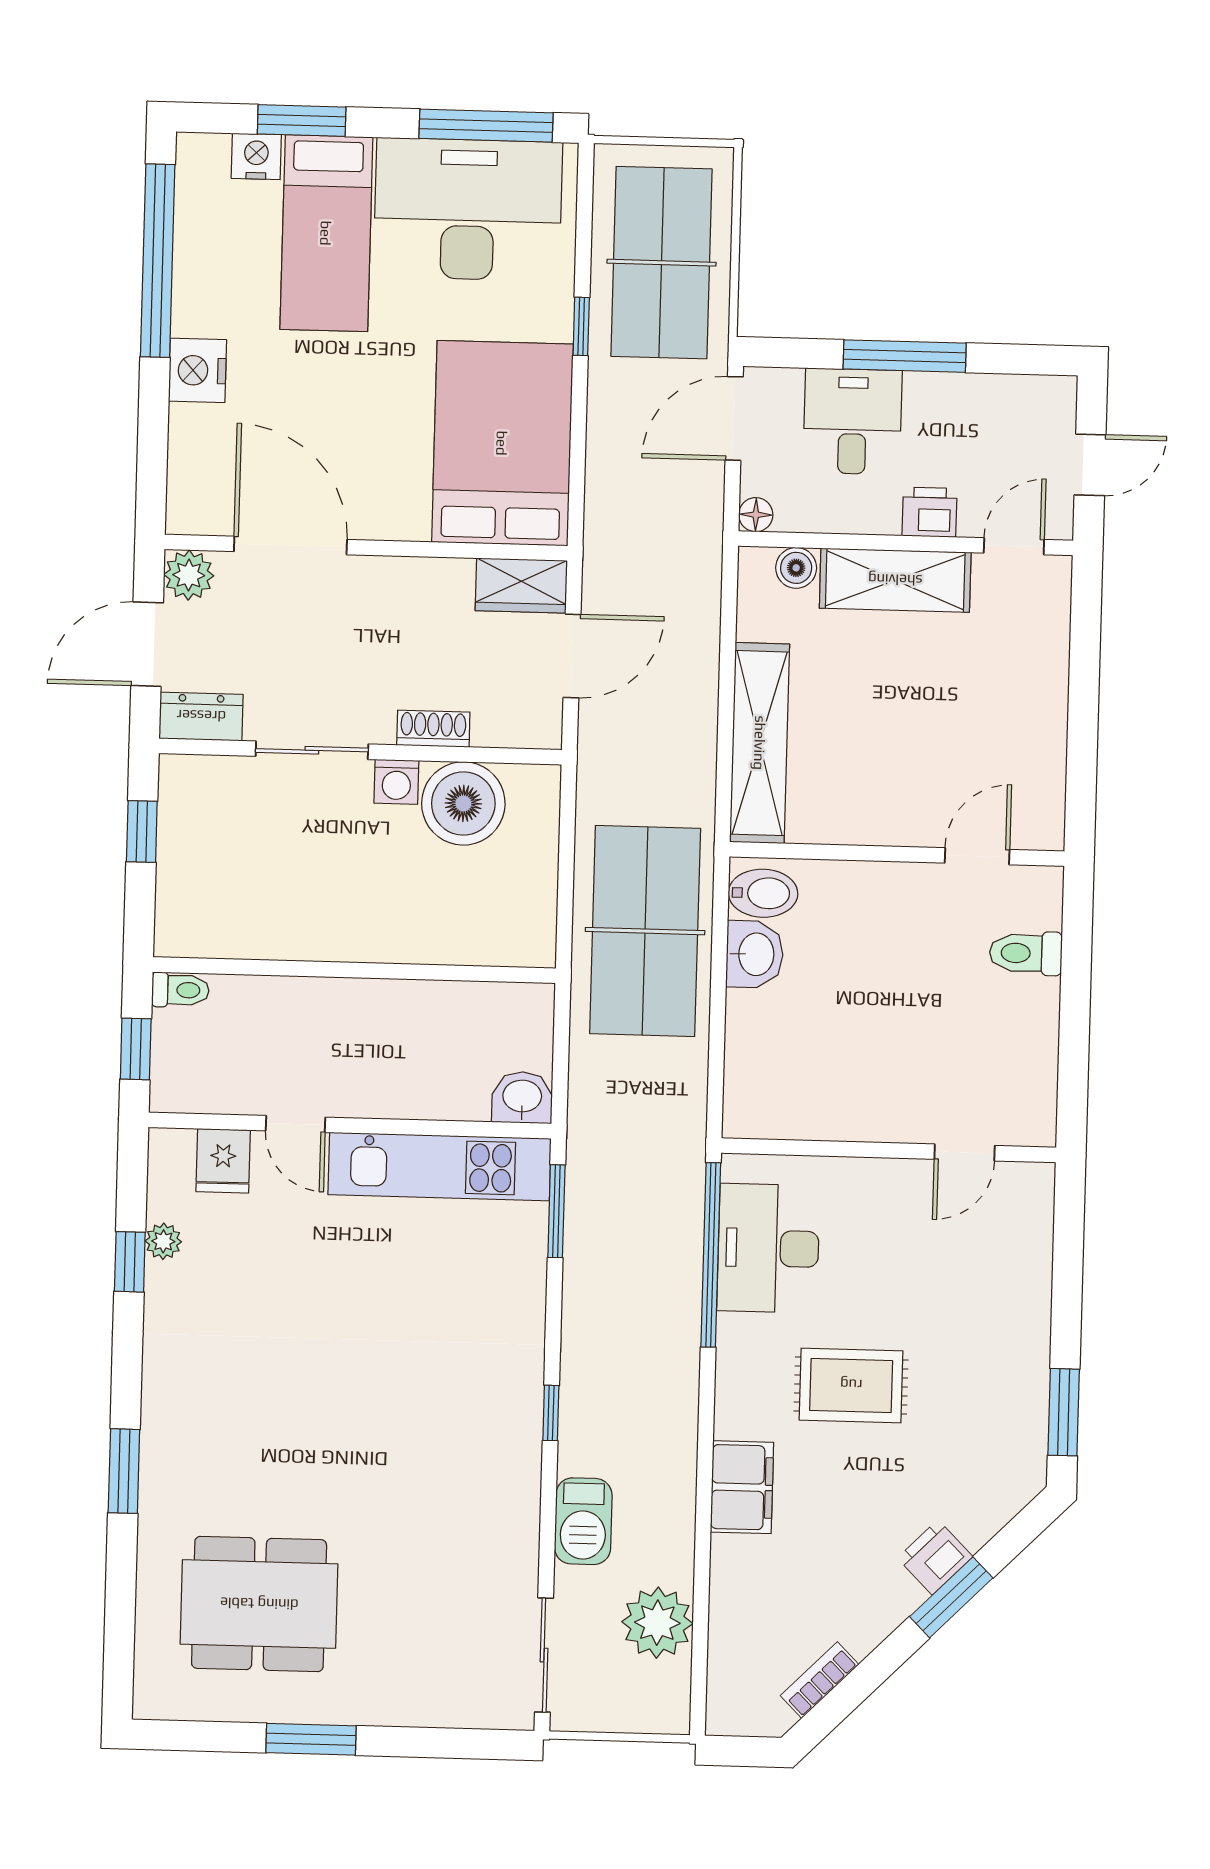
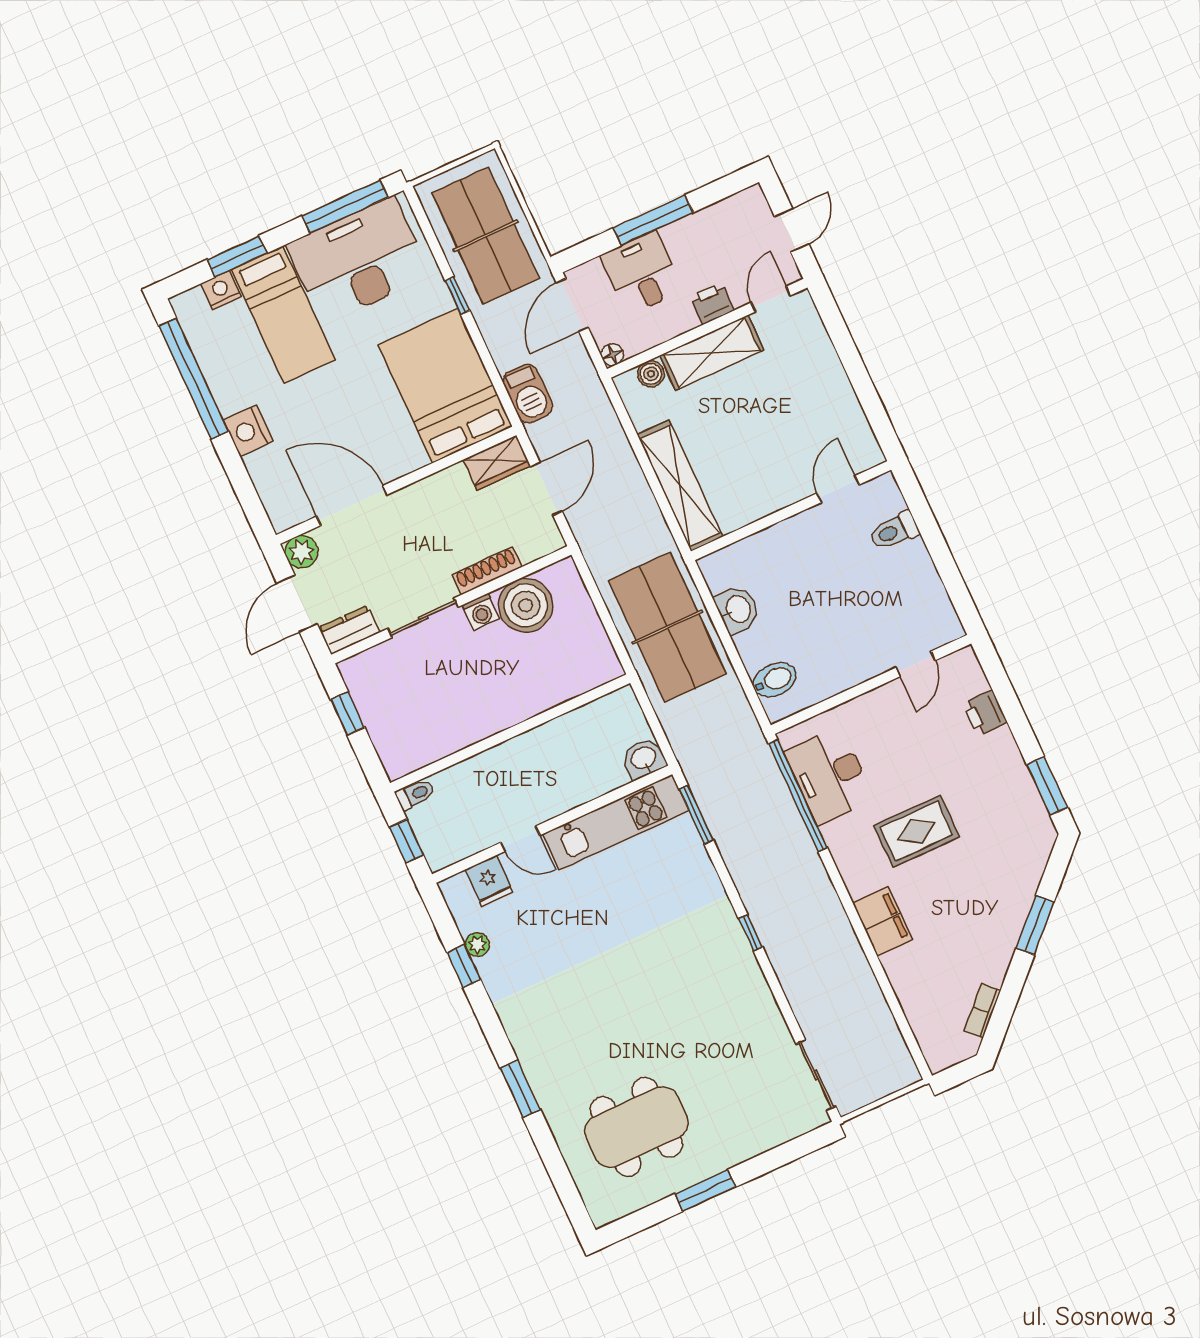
shoe rack: (433, 729) -> (487, 571), width x1.43
bidet: (763, 893) -> (775, 680), moved
barbecue: (583, 1521) -> (528, 394), moved
printer: (935, 1557) -> (985, 713), moved, turned -45
plant: (657, 1623) -> (872, 1024), removed

